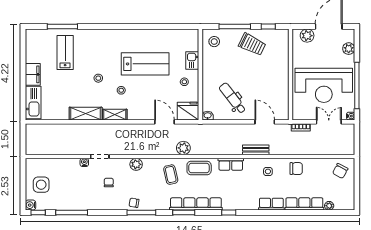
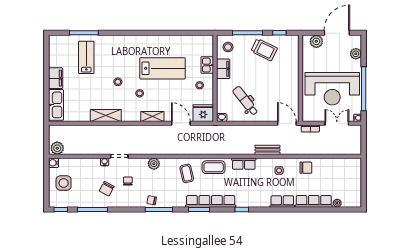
filing cabinet: (209, 64) -> (223, 69), added
shelving: (115, 115) -> (152, 117), moved
door: (265, 122) -> (287, 123), moved
plant: (183, 148) -> (57, 148), moved
chair: (340, 171) -> (107, 189), moved
water cooler: (30, 205) -> (53, 163), moved

